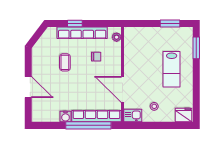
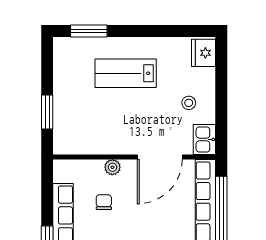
window: (170, 23) -> (47, 112), moved
plant: (117, 37) -> (112, 167), moved
lab bench: (172, 69) -> (126, 73), turned 180

